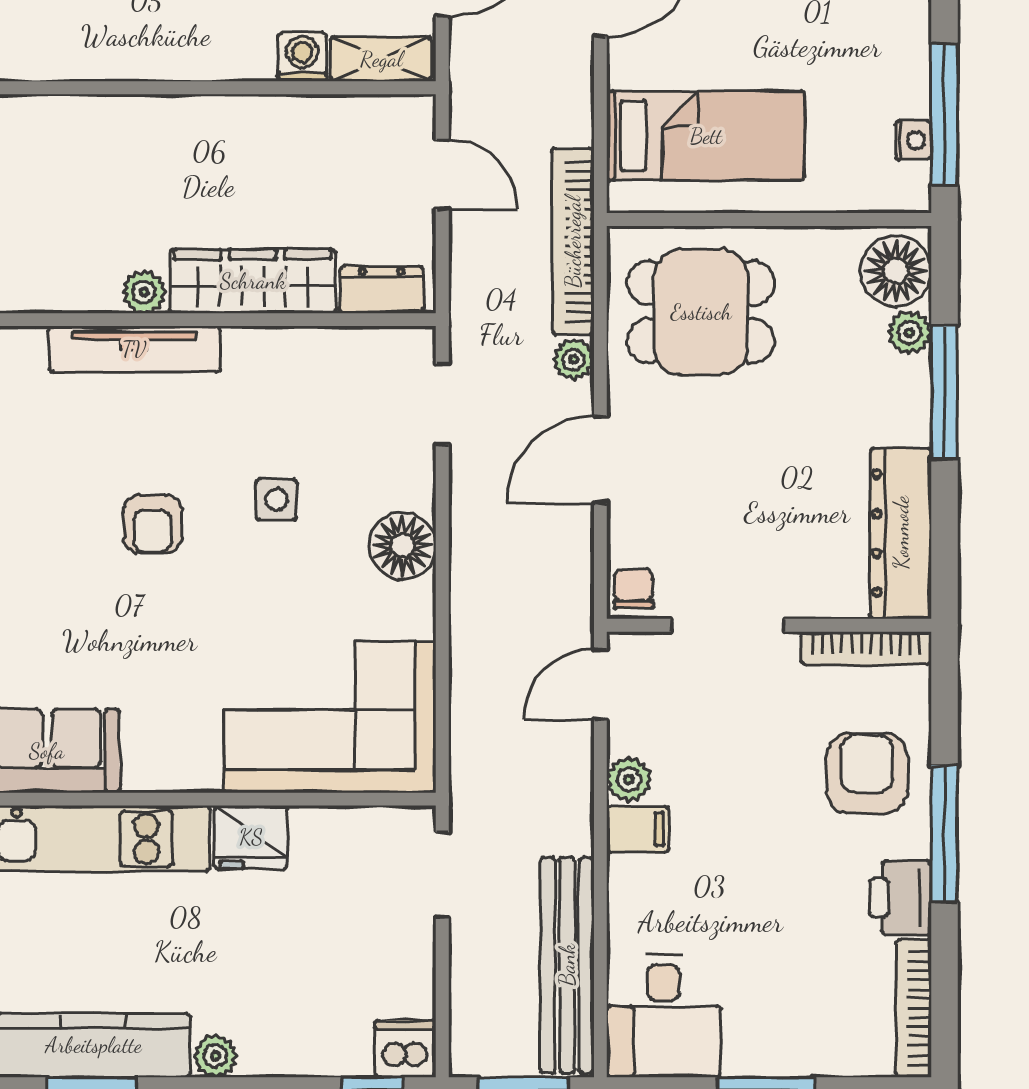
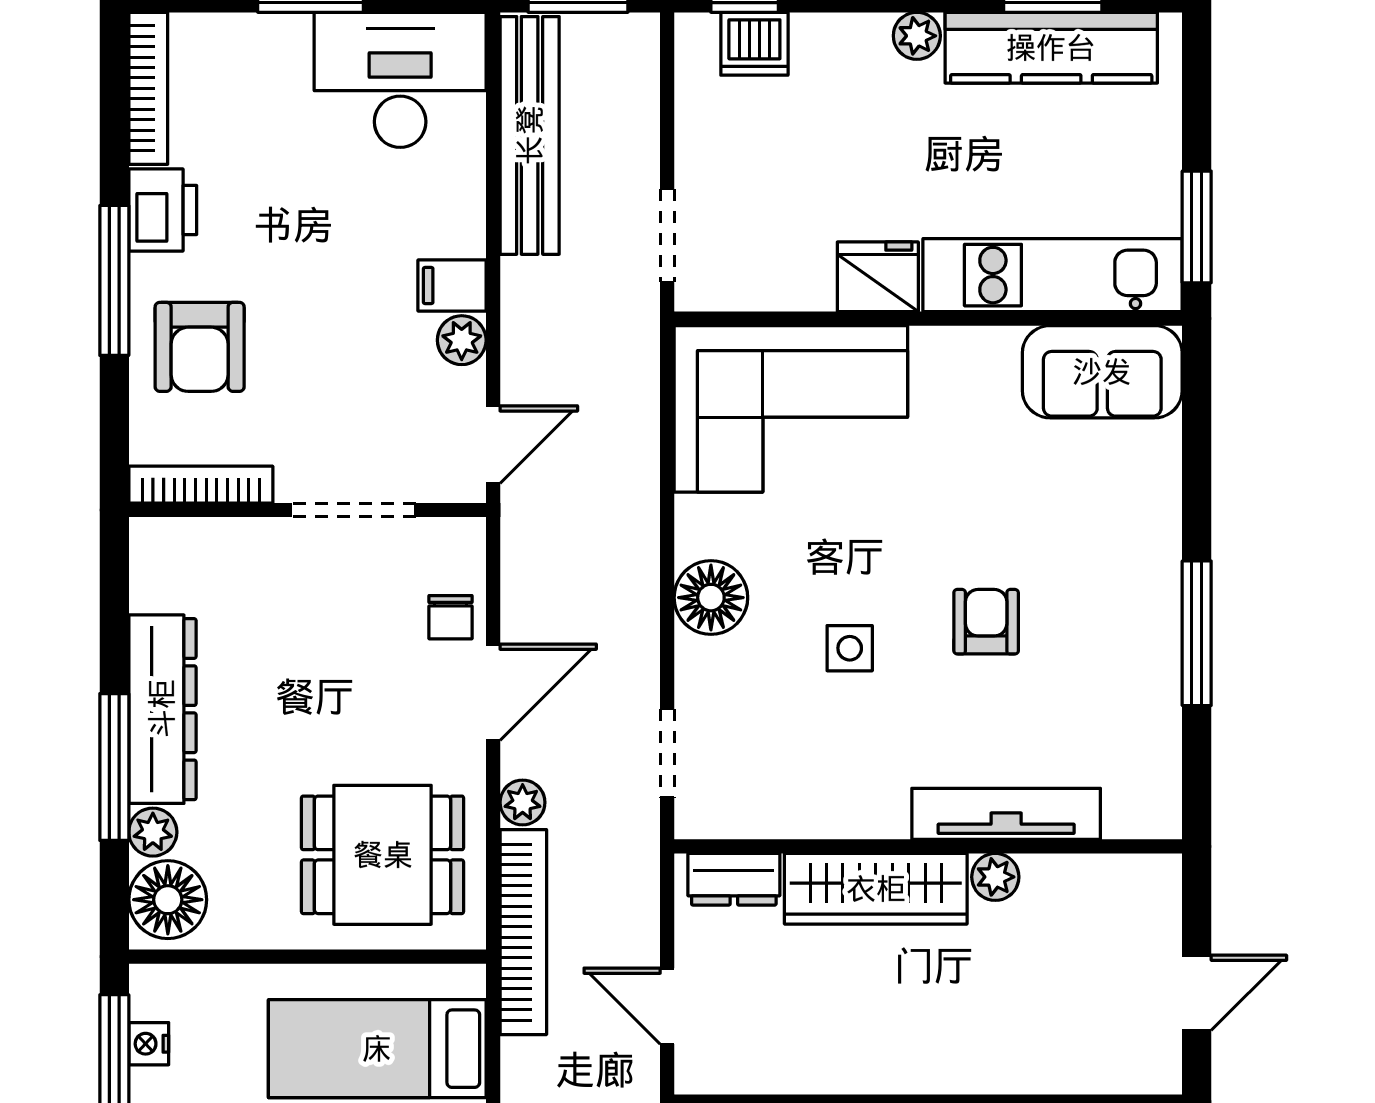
dresser: (901, 533) -> (162, 709), moved
chair: (633, 589) -> (450, 617), moved
desk: (664, 1016) -> (400, 80), width x1.37
dishwasher: (405, 1049) -> (754, 44), moved

